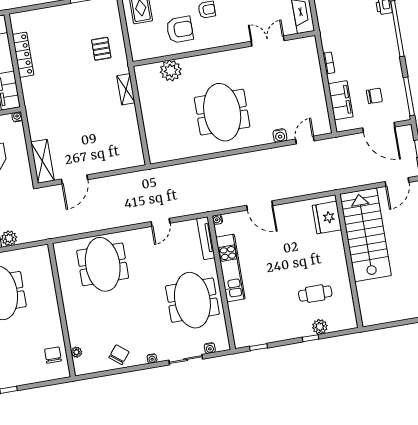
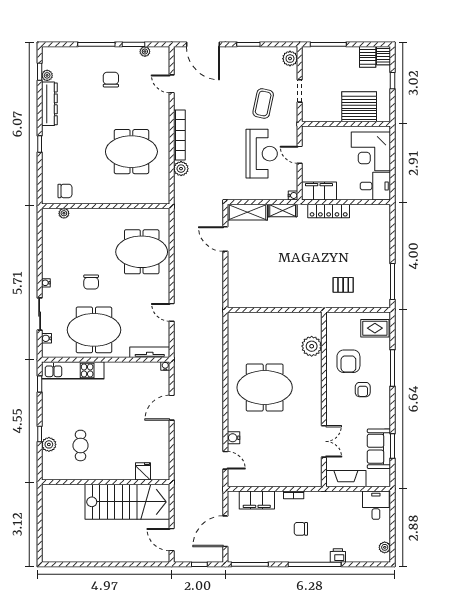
locker: (23, 55) -> (329, 211), moved
shelving: (126, 89) -> (283, 210), moved
chair: (374, 96) -> (301, 529), moved, turned 90
fridge: (327, 218) -> (143, 471), width x0.53, depth x0.75
kitchen unit: (230, 268) -> (73, 370), moved
chair: (119, 355) -> (91, 282), moved, turned 51

